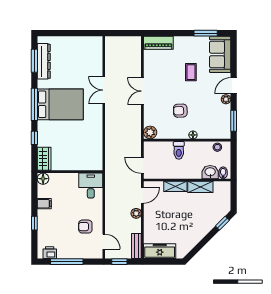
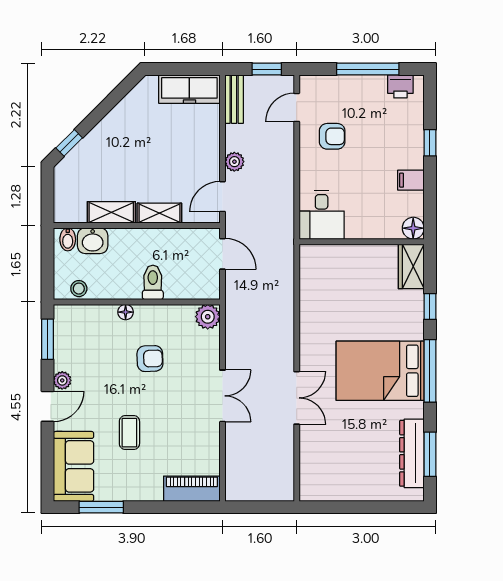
door: (104, 242) -> (297, 107), hinge flipped

